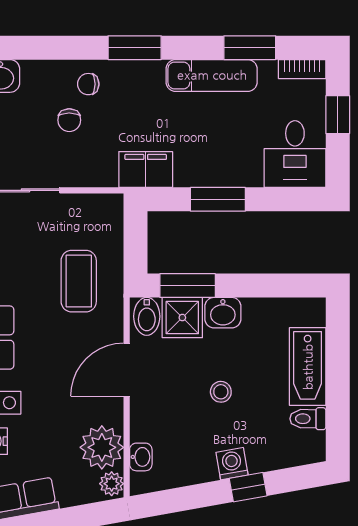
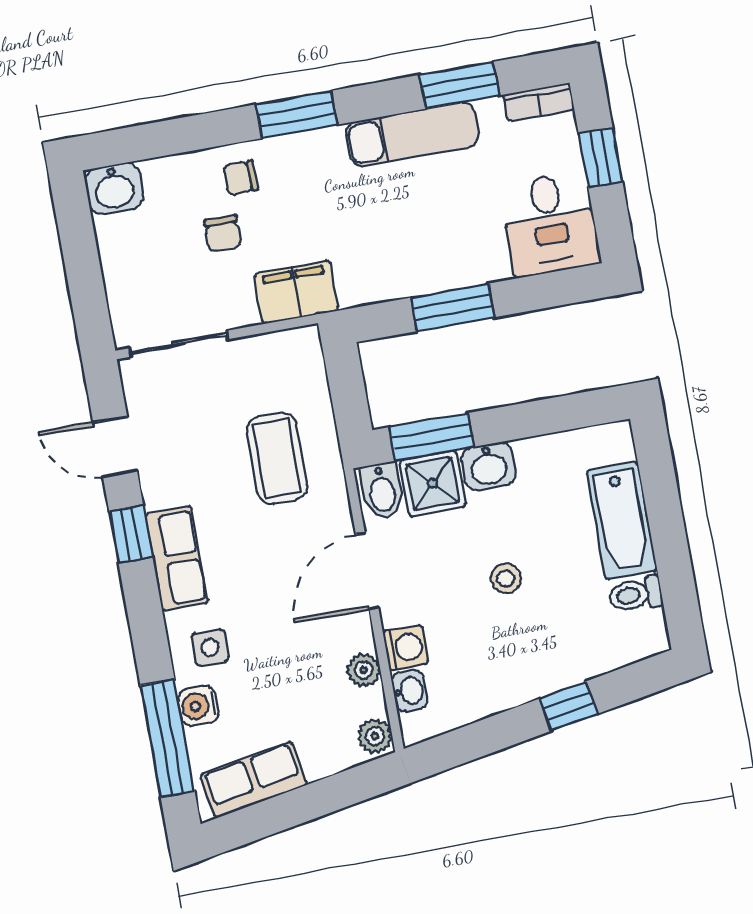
filing cabinet: (146, 170) -> (296, 292), moved
plant: (102, 447) -> (364, 670), width x0.53, depth x0.53
washing machine: (232, 464) -> (406, 647), moved, turned 100

